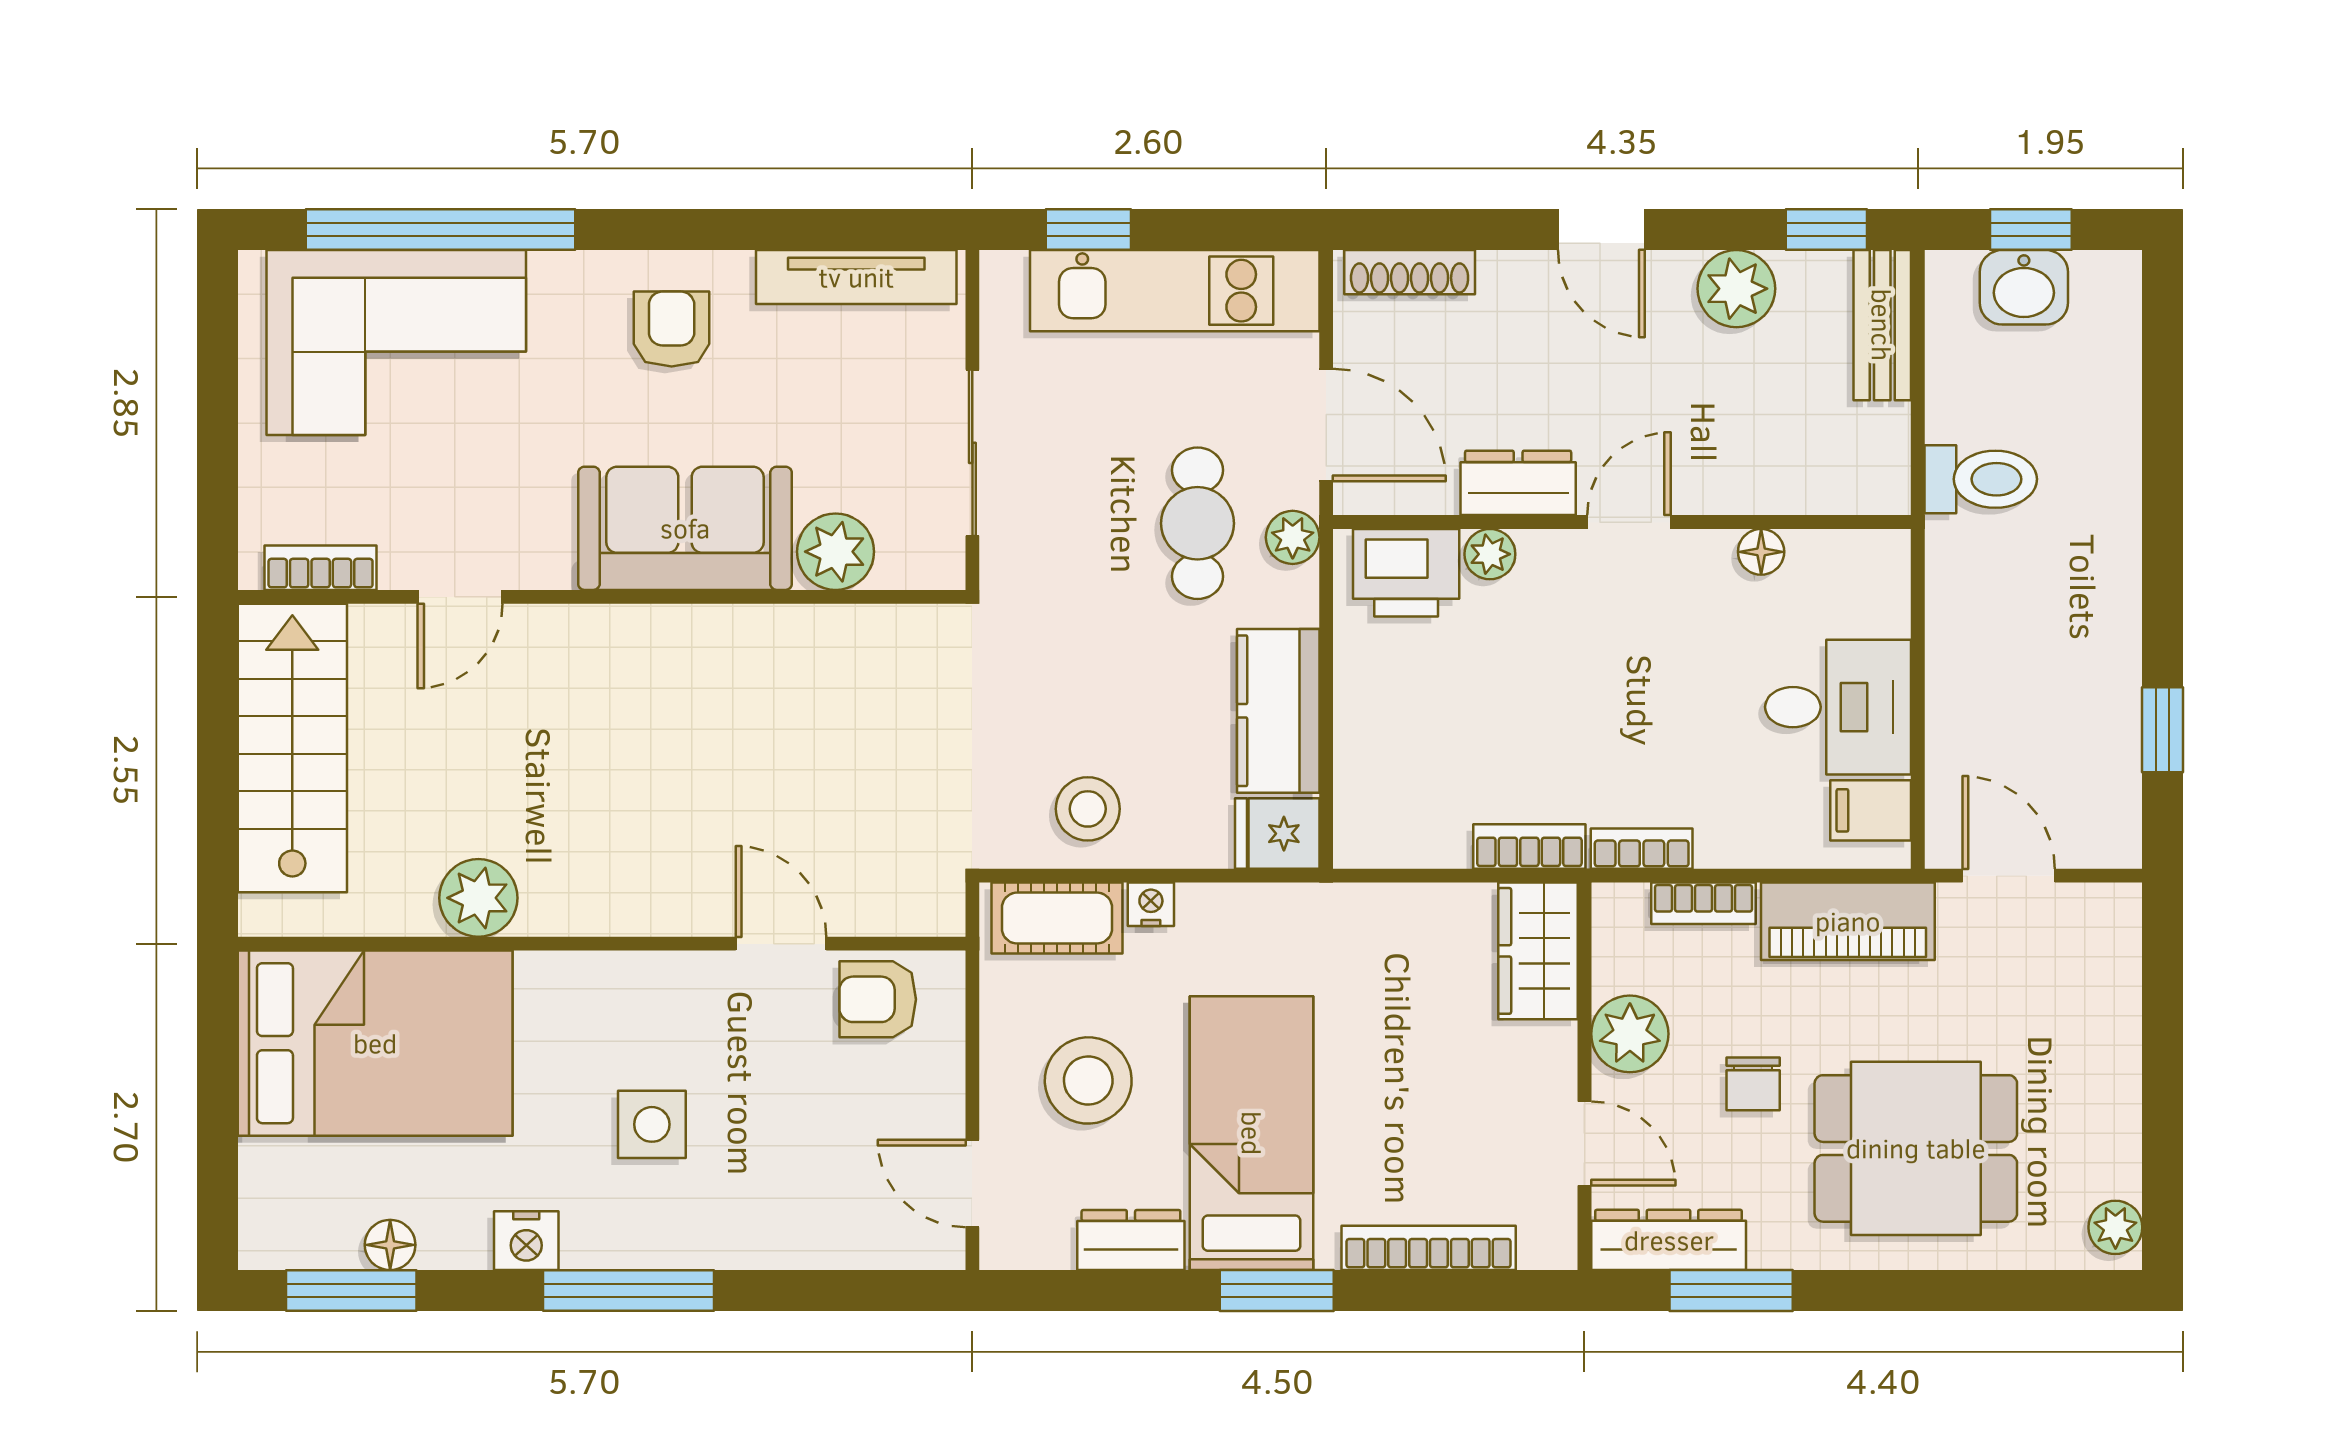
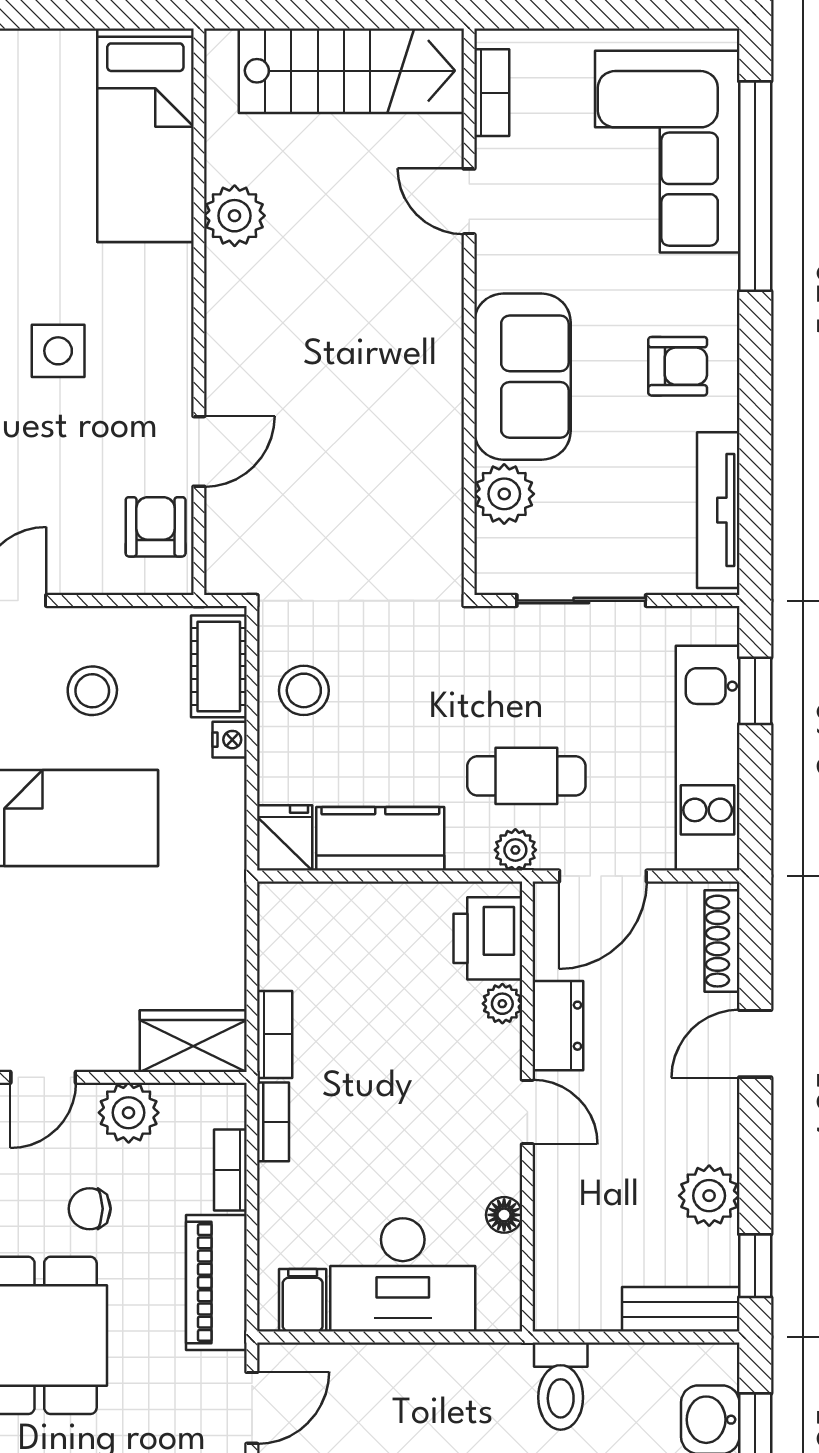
door: (1601, 230) -> (755, 1044), moved
desk: (1838, 707) -> (403, 1275), width x1.37
bed: (375, 1043) -> (145, 135), width x0.67
stool: (1088, 1080) -> (92, 691), width x0.73, depth x0.73

